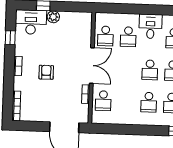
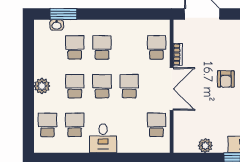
plant: (53, 17) -> (205, 146), moved
school desk: (128, 37) -> (129, 86), moved
double door: (92, 66) -> (172, 89), swing flipped

